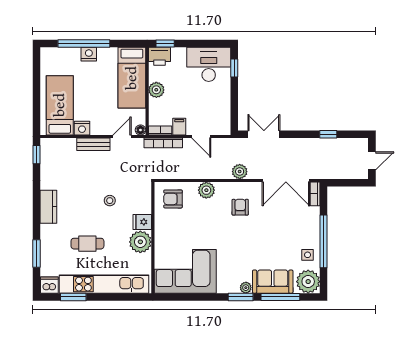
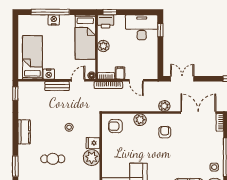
double door: (286, 180) -> (198, 113), swing flipped

